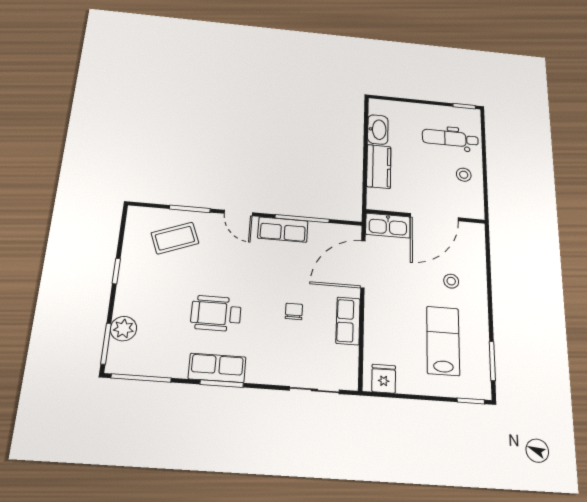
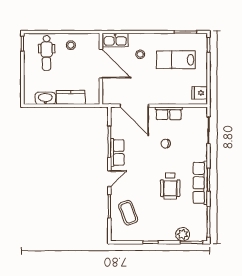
kitchen sink: (388, 226) -> (115, 40), moved, turned 90
row of seats: (217, 368) -> (200, 183), width x1.48

